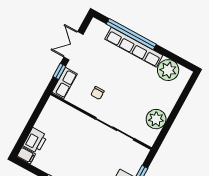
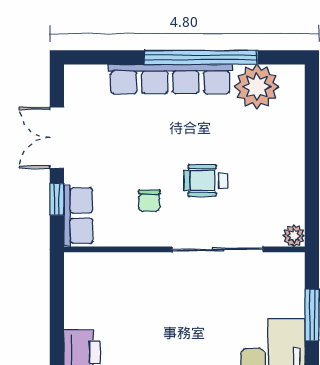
window: (131, 34) -> (201, 57), moved
wheelchair: (125, 97) -> (206, 181), added
plant: (156, 119) -> (294, 236), moved, width x0.53, depth x0.53

